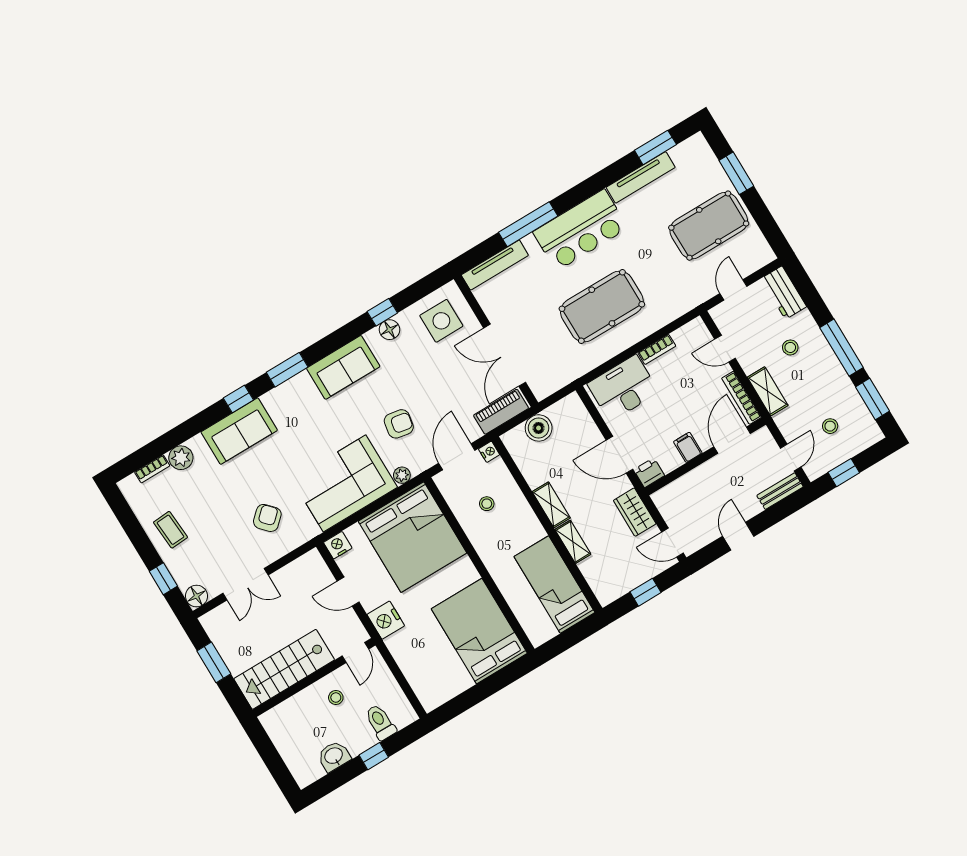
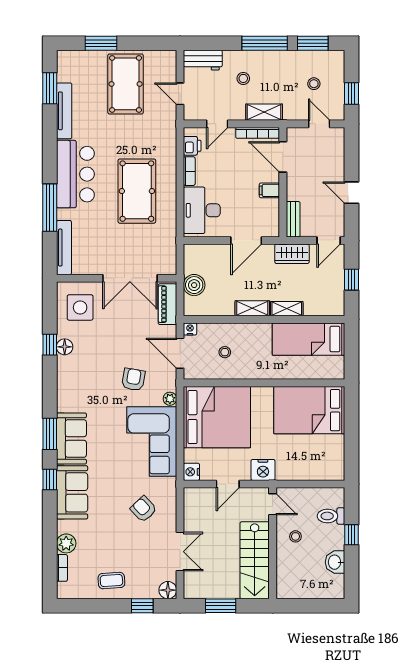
sofa: (343, 367) -> (71, 438), moved
printer: (649, 473) -> (192, 146), moved, turned 180
bench: (780, 491) -> (293, 219), moved

